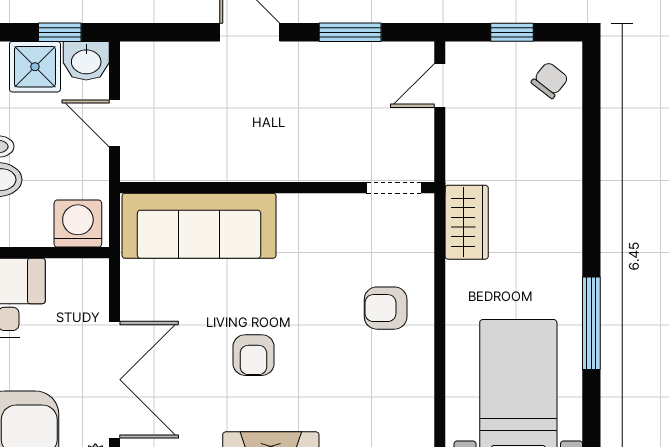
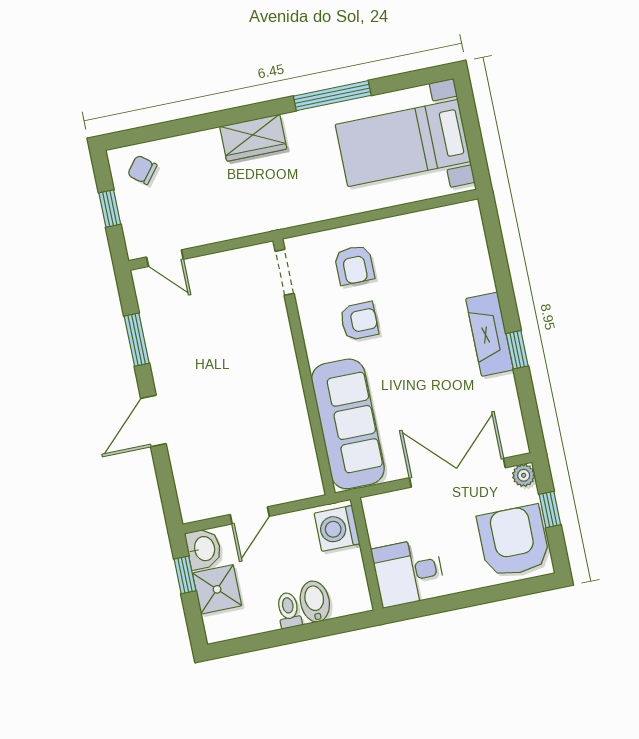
wall: (277, 188) -> (304, 367), moved
doorway: (394, 188) -> (285, 272), moved
wardrobe: (467, 222) -> (253, 138), moved, turned 180
sofa: (199, 226) -> (348, 424), moved
armchair: (253, 355) -> (359, 321), moved

